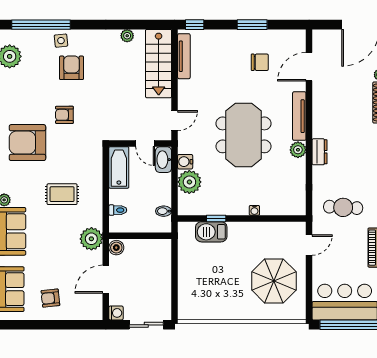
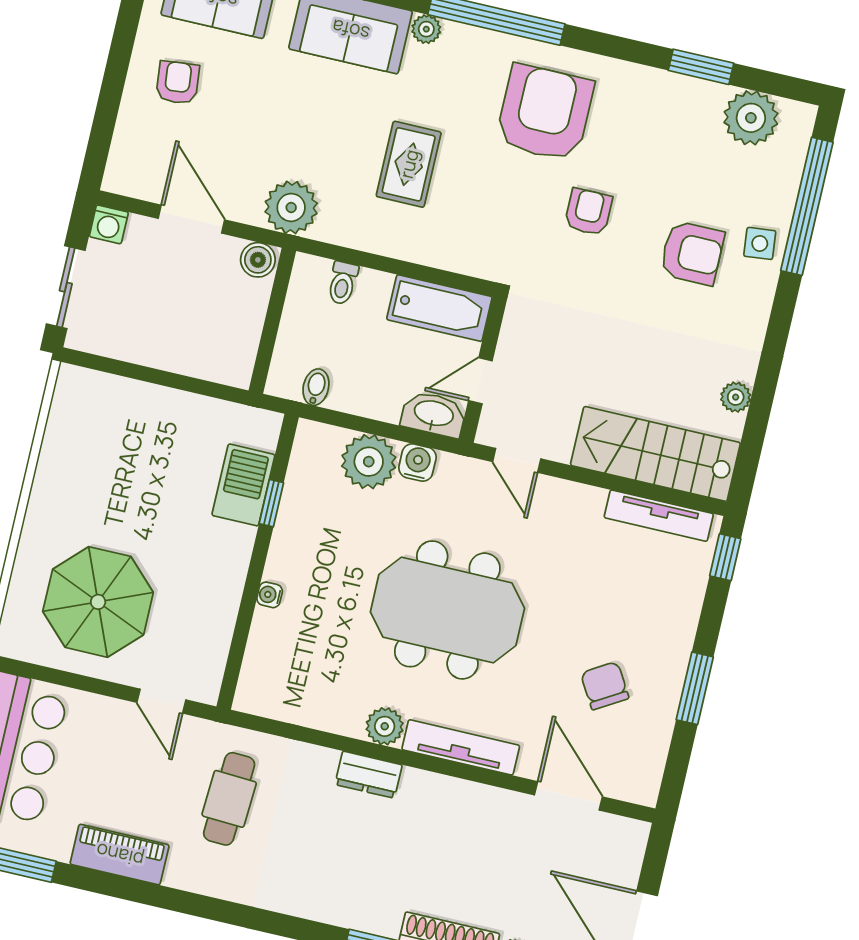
chair: (260, 62) -> (605, 686), turned 149

